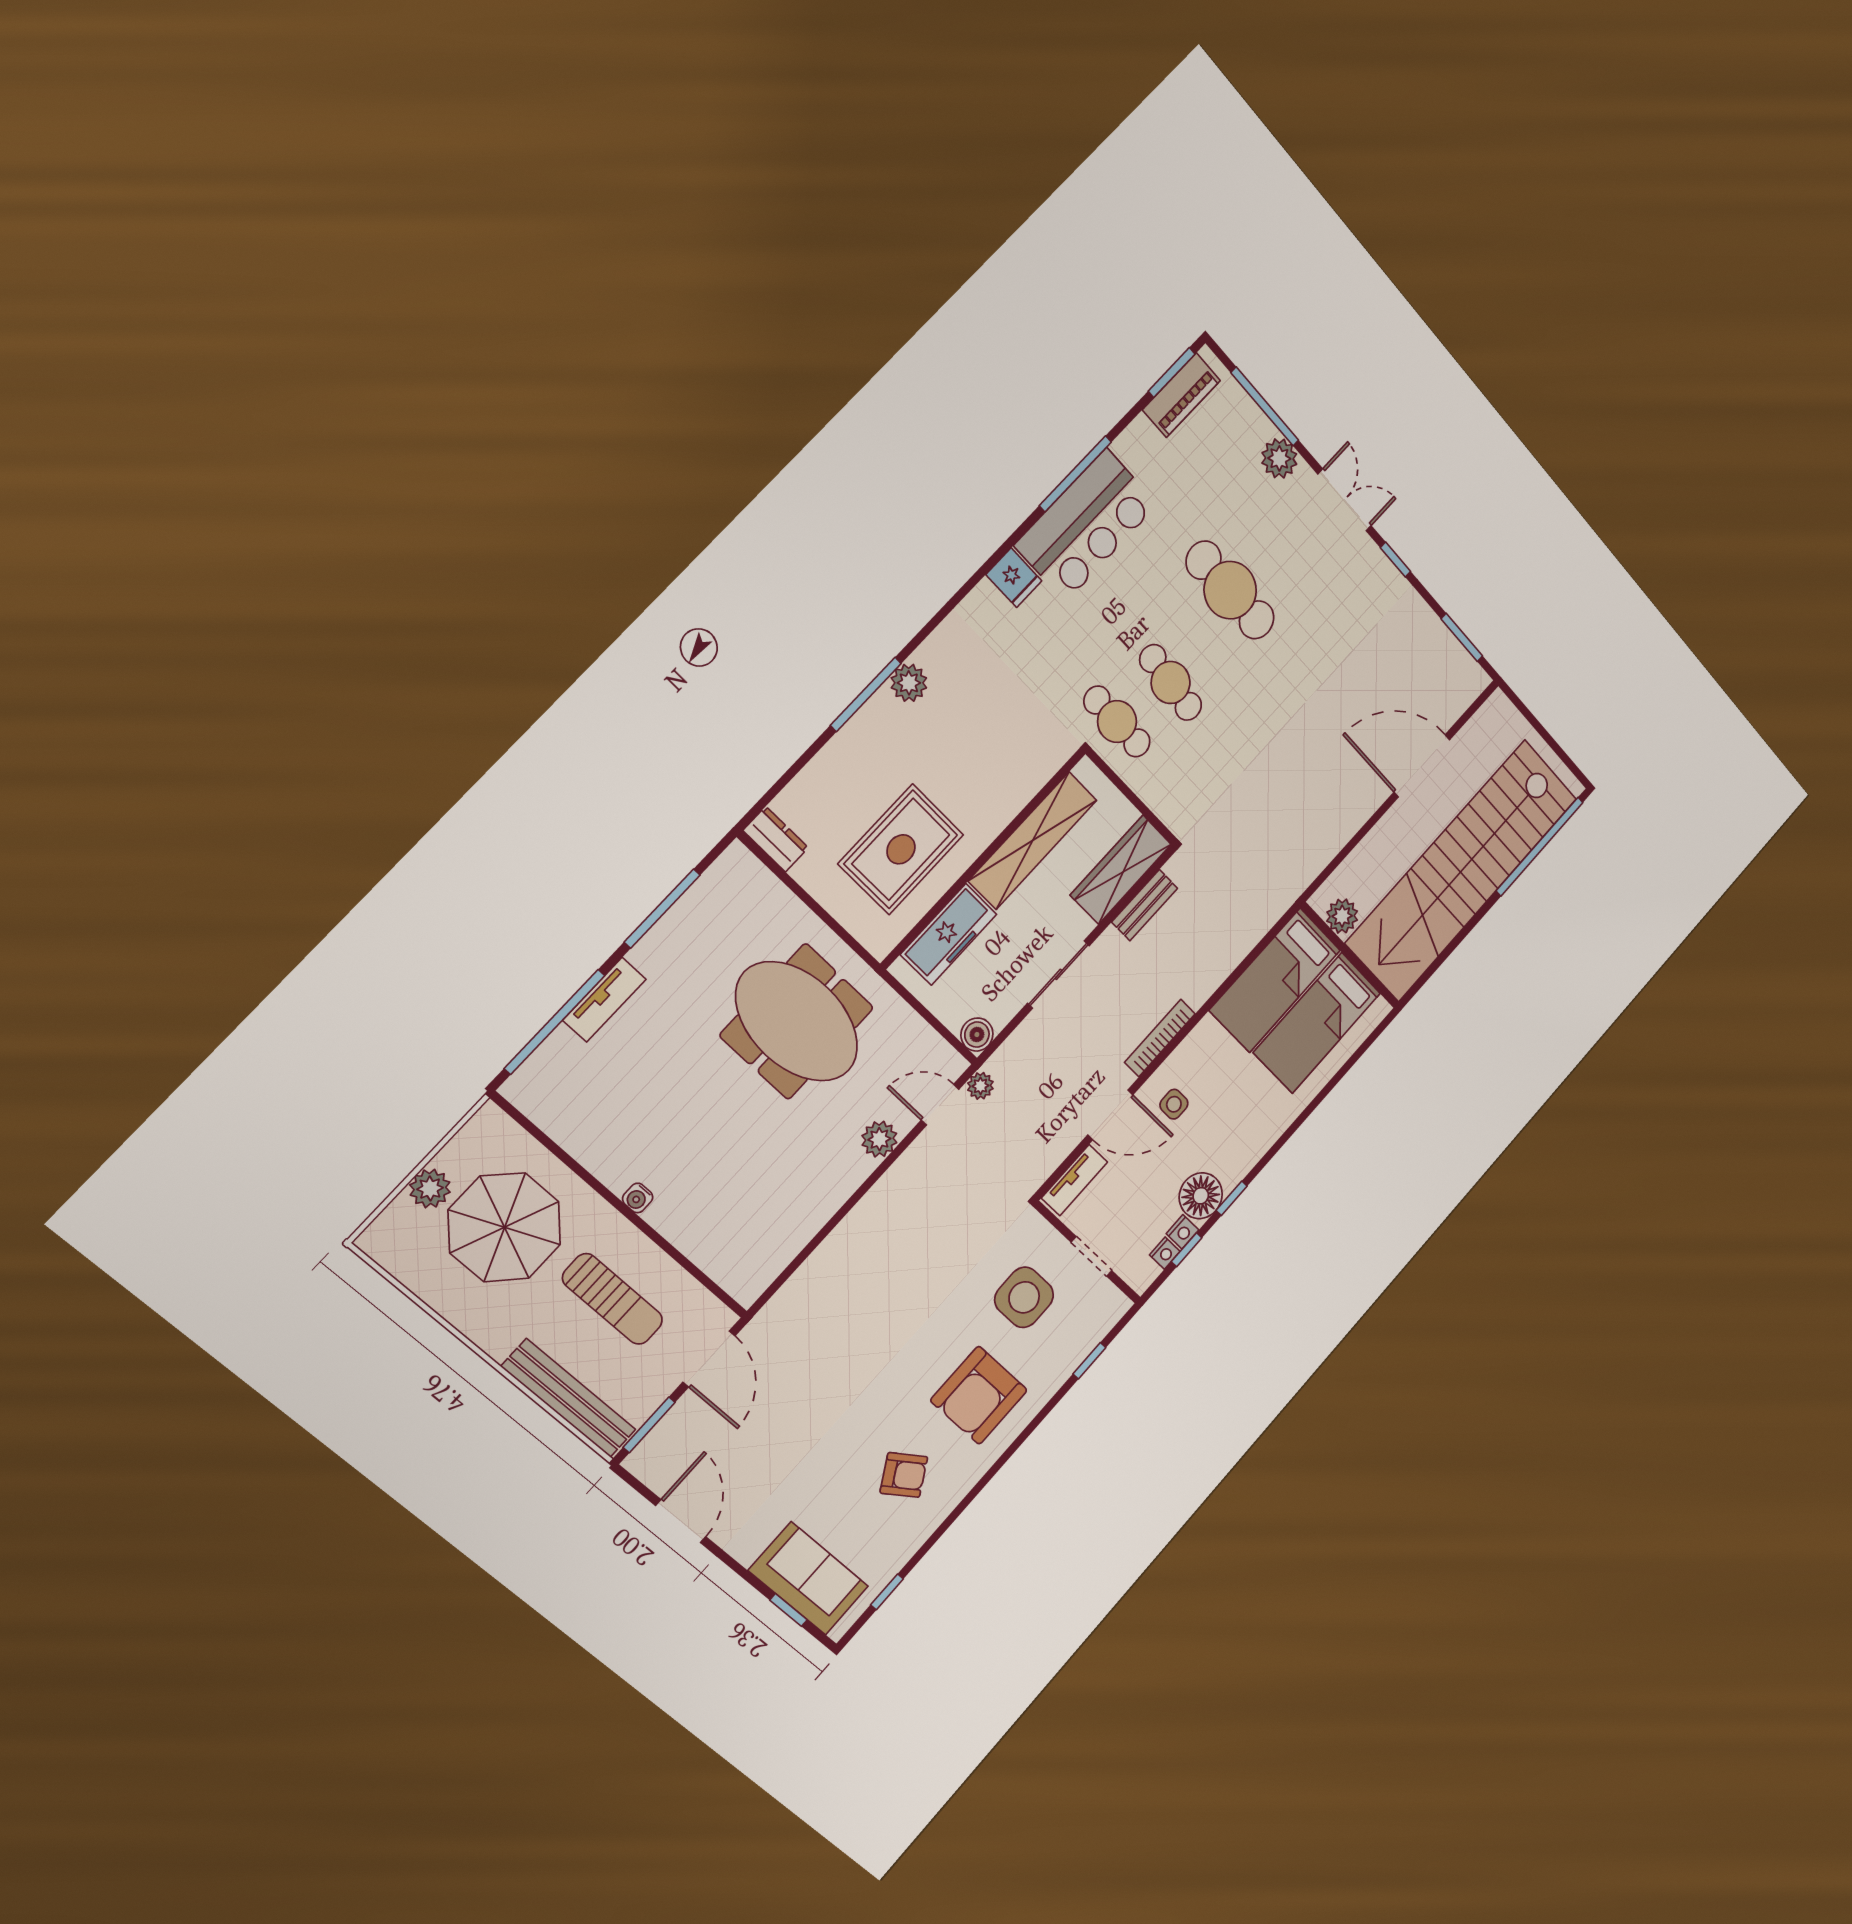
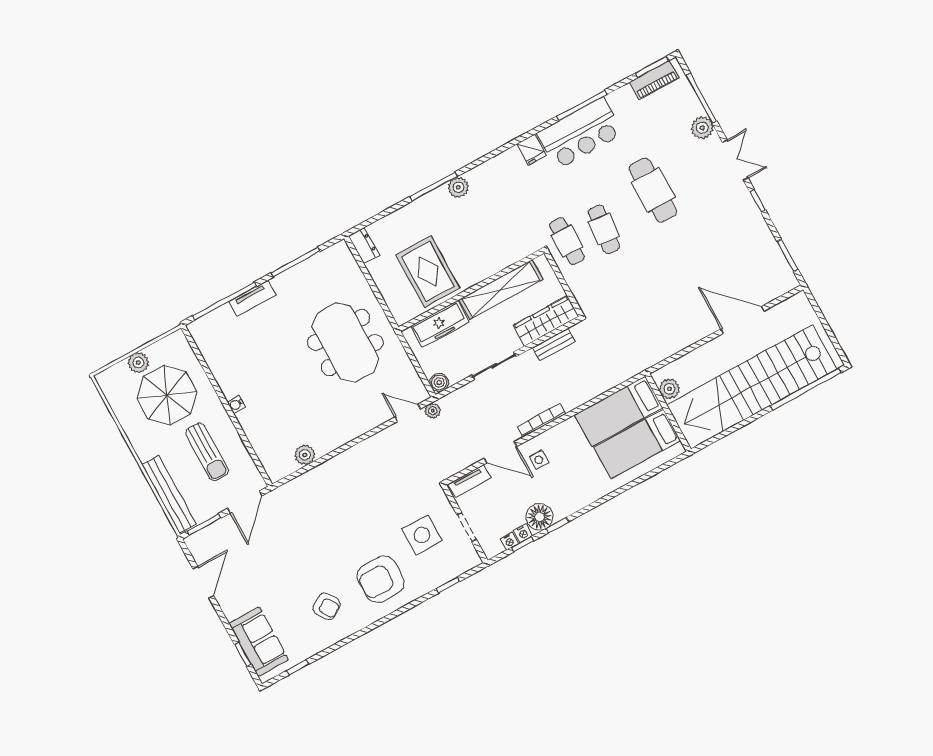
rug: (901, 849) -> (428, 272), turned 90
plant: (879, 1139) -> (305, 455), moved

